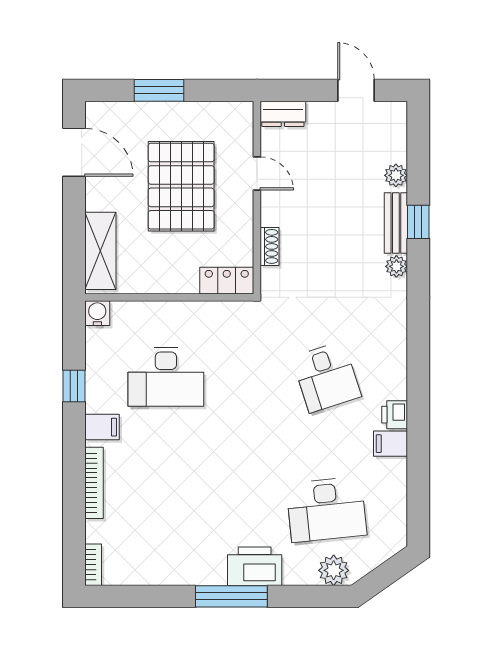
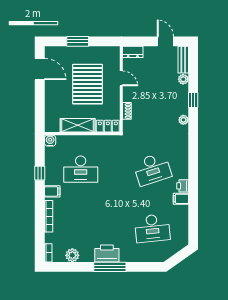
bench: (396, 223) -> (183, 60), moved
shelving: (100, 251) -> (78, 125), moved, turned 90
desk: (326, 377) -> (152, 169), width x1.37
printer: (255, 566) -> (107, 253), moved
plant: (334, 570) -> (72, 255), moved

